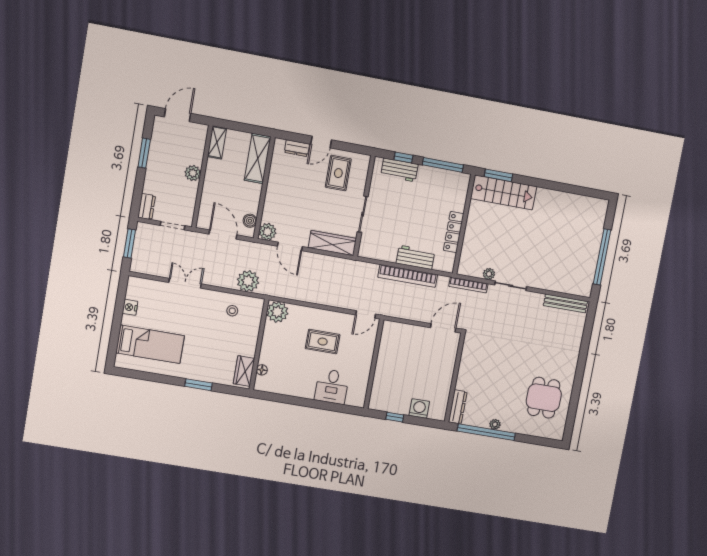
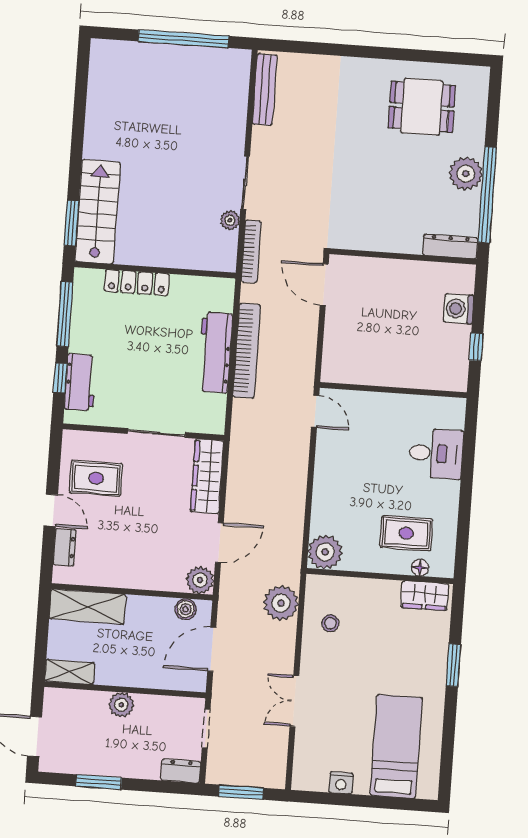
locker: (454, 232) -> (137, 283), moved
workbench: (415, 257) -> (215, 352), width x1.38
rug: (323, 342) -> (406, 533), moved, turned 90
plant: (495, 424) -> (466, 174), width x1.87, depth x1.87

